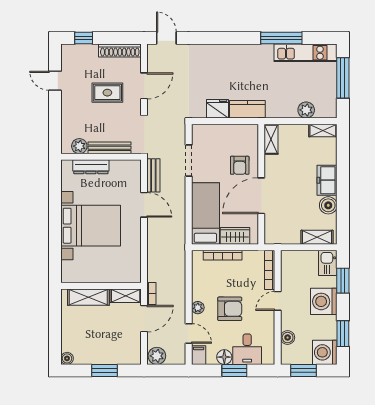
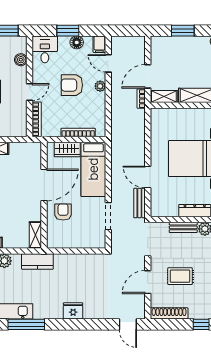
fridge: (218, 109) -> (73, 311), moved, turned 180
kitchen counter: (247, 109) -> (37, 261), moved
bench: (110, 148) -> (183, 227), width x0.73
desk: (247, 349) -> (45, 49), moved
plant: (157, 356) -> (136, 43), removed

